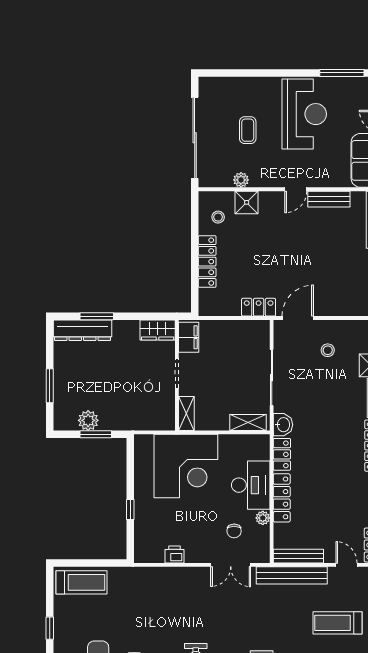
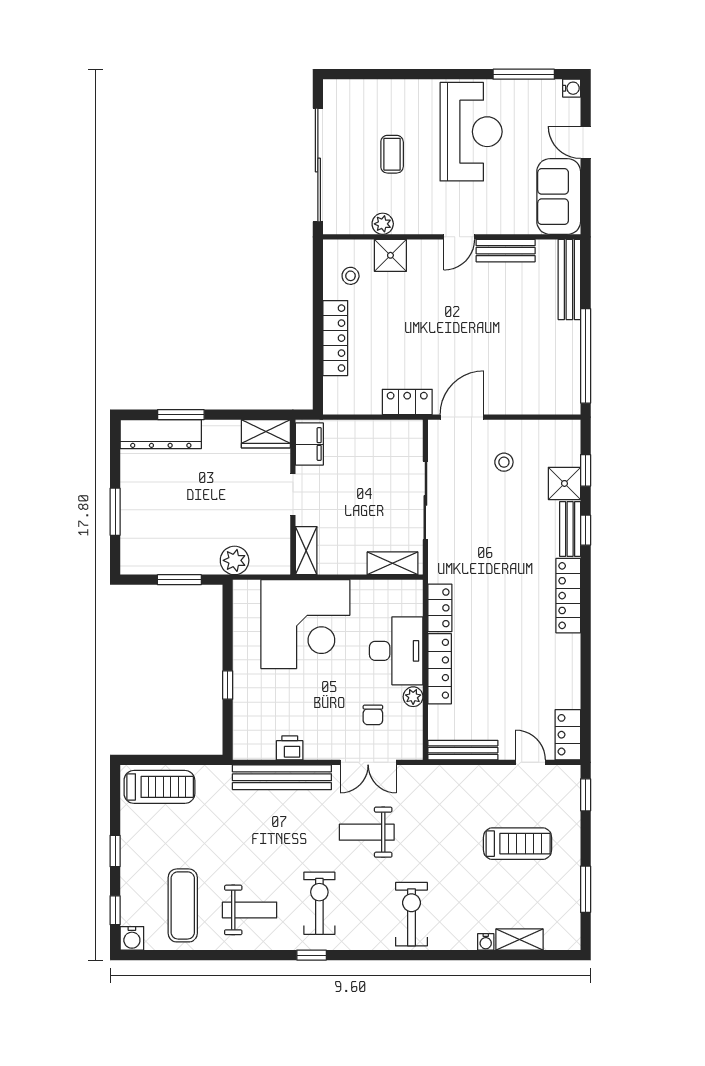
plant: (88, 420) -> (235, 560), moved
washbasin: (283, 425) -> (441, 566), removed
bench: (292, 575) -> (282, 777), moved
weight bench: (230, 615) -> (367, 832), added
treadmill: (337, 623) -> (518, 844), turned 180

